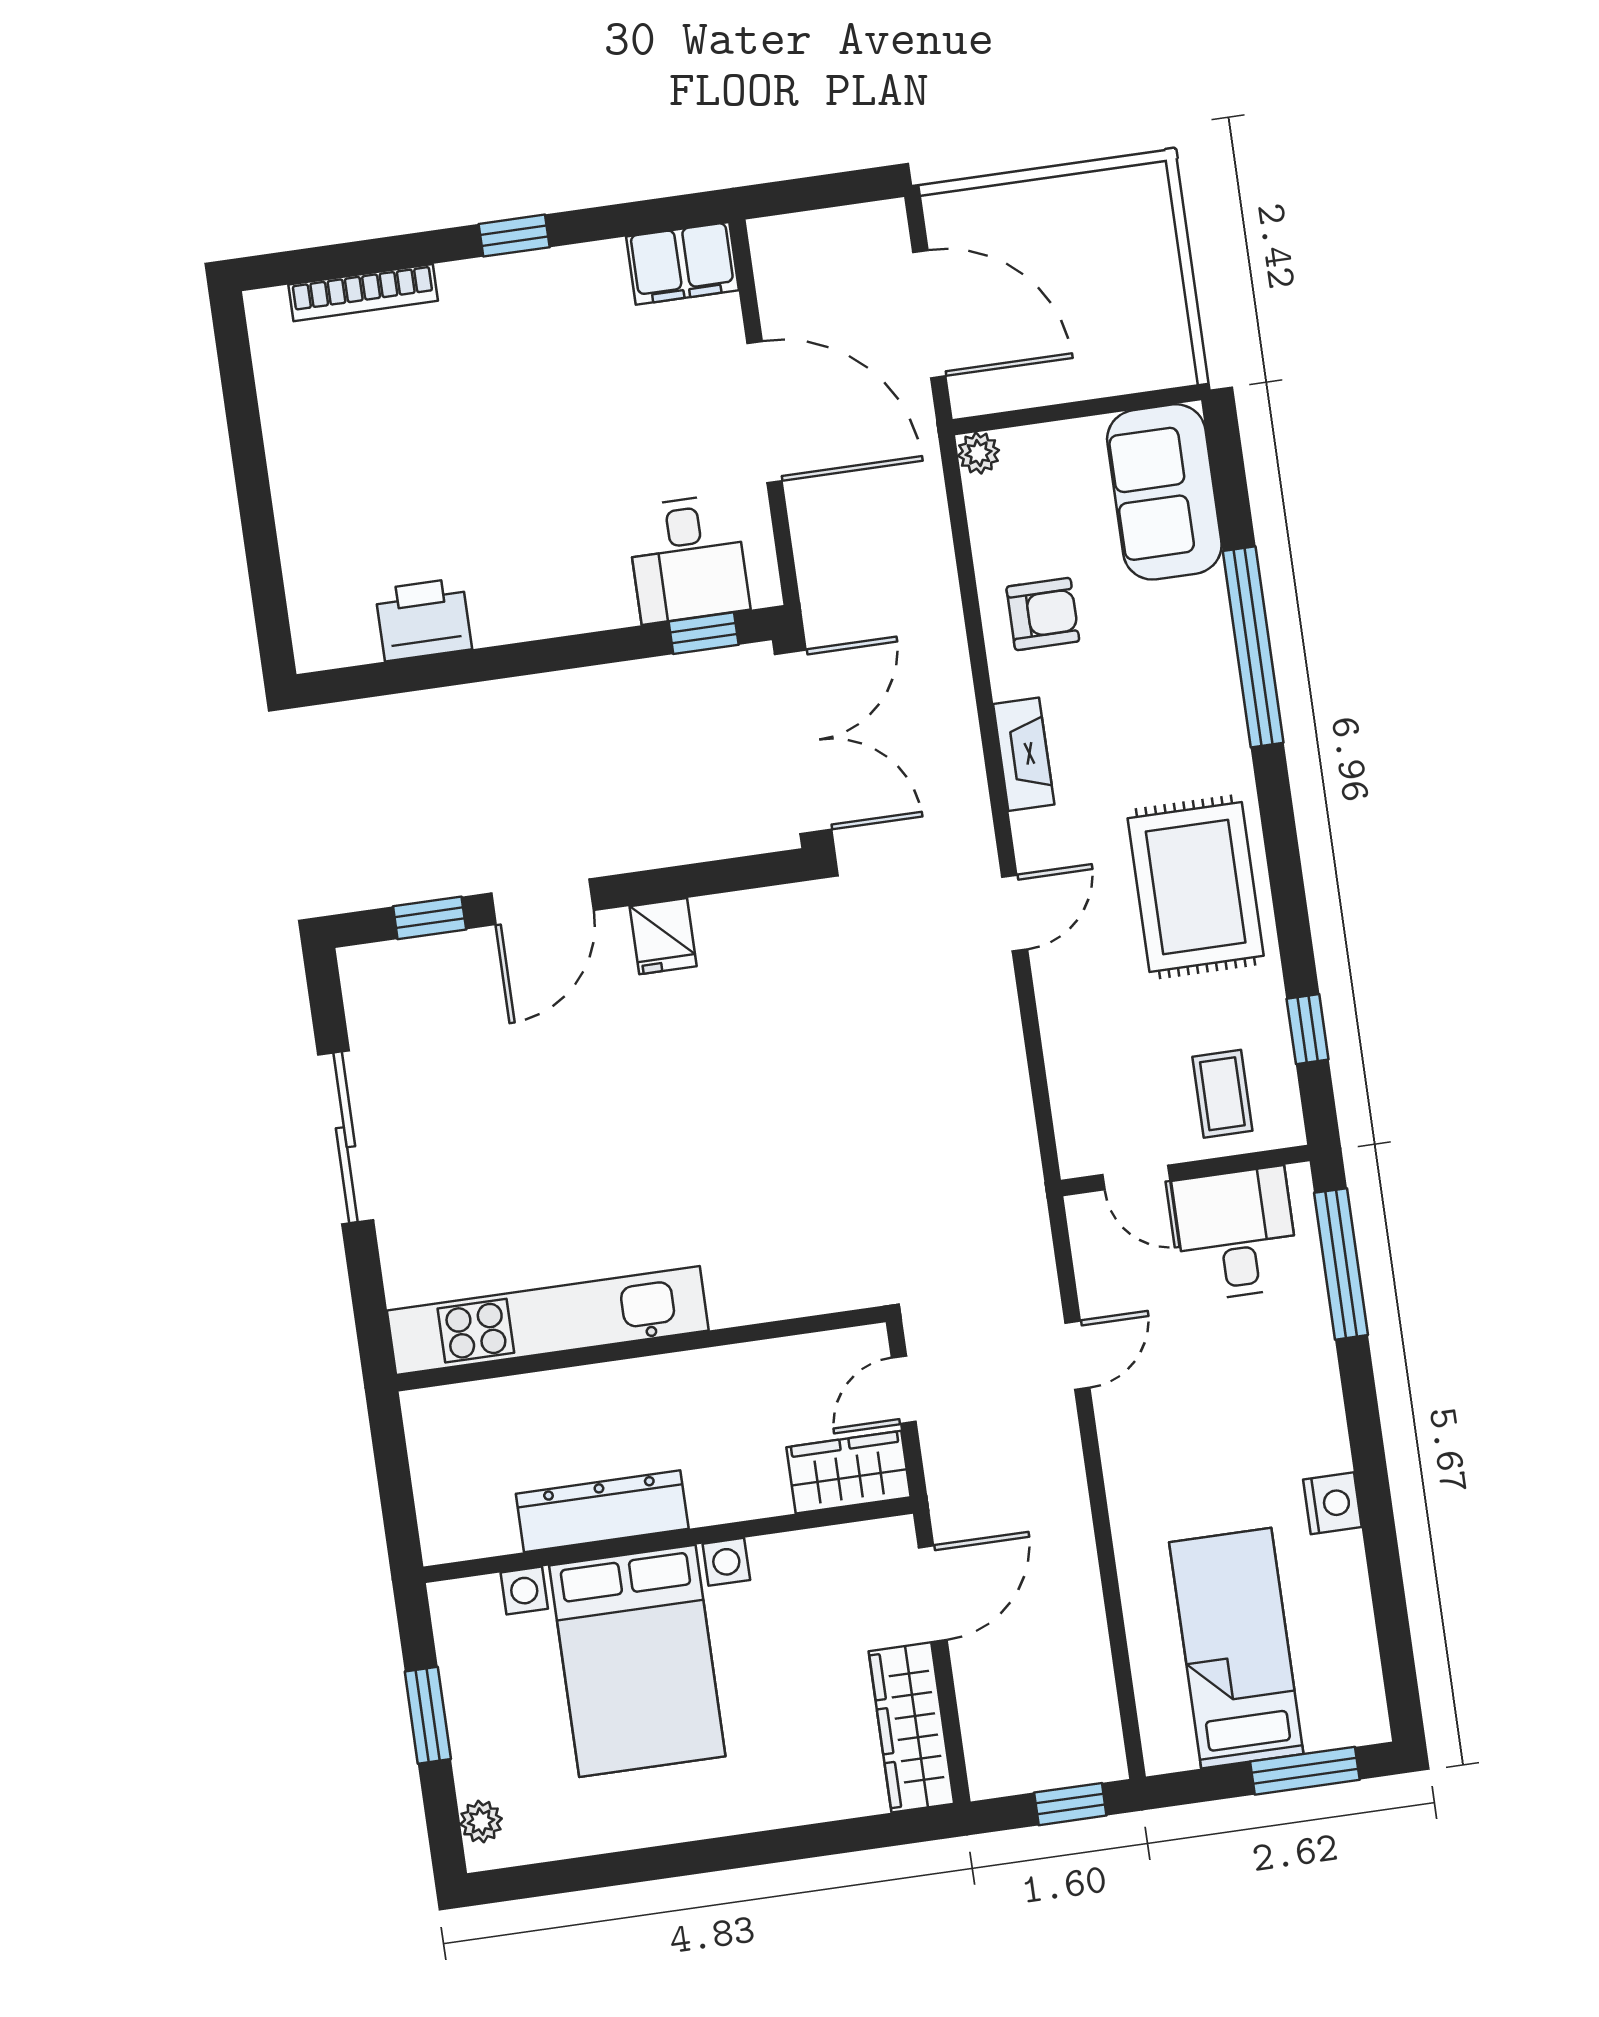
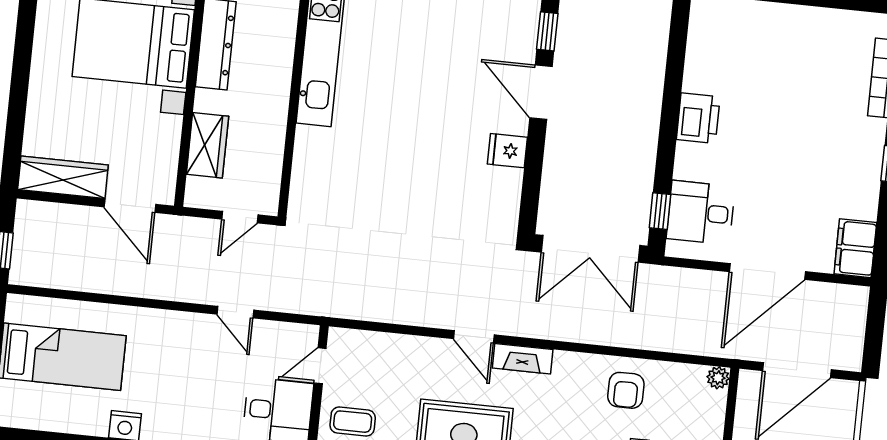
printer: (423, 619) -> (698, 118), moved
fireplace: (1024, 754) -> (523, 359), moved
door: (904, 1390) -> (240, 217), swing flipped
wardrobe: (848, 1472) -> (207, 145), moved

